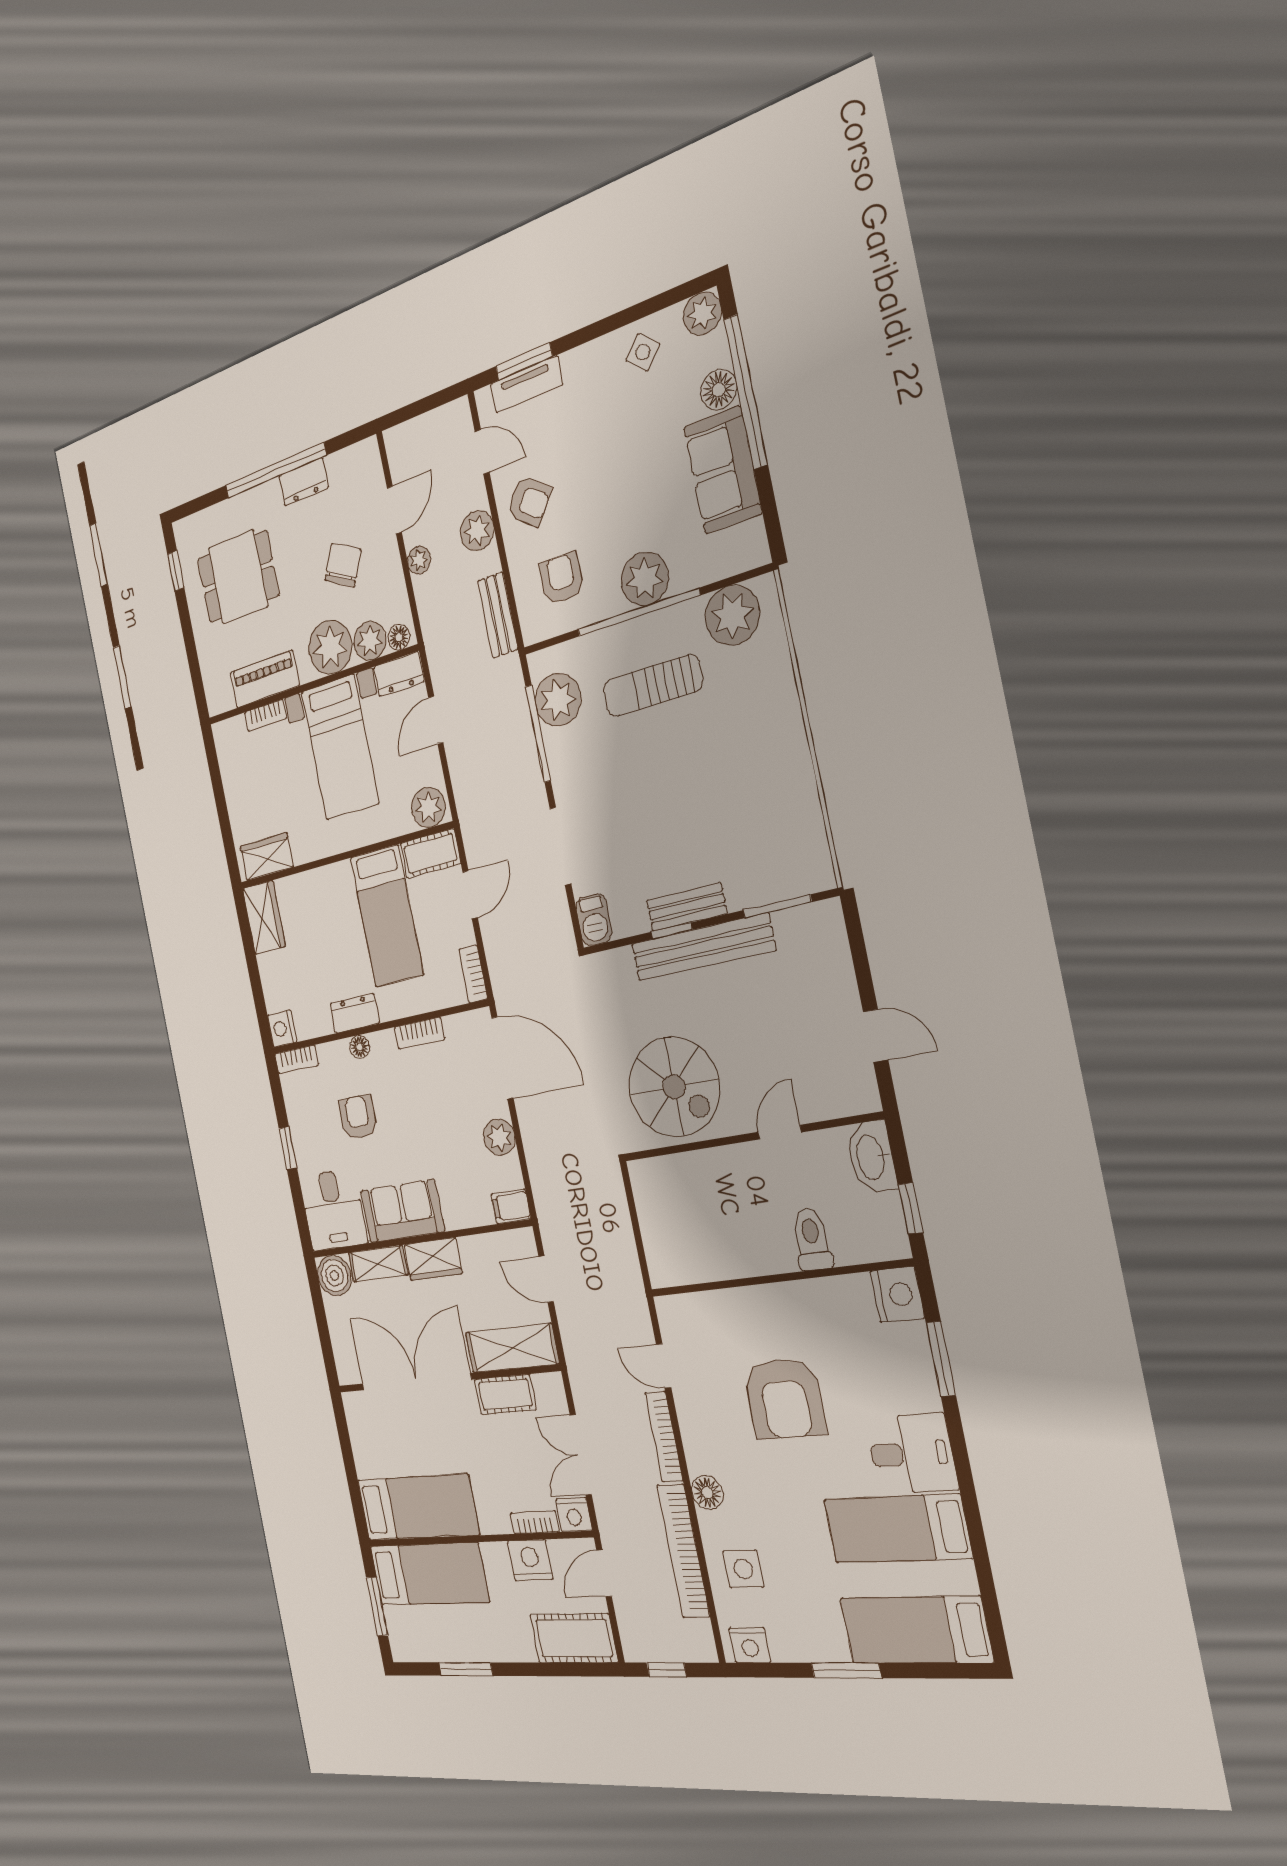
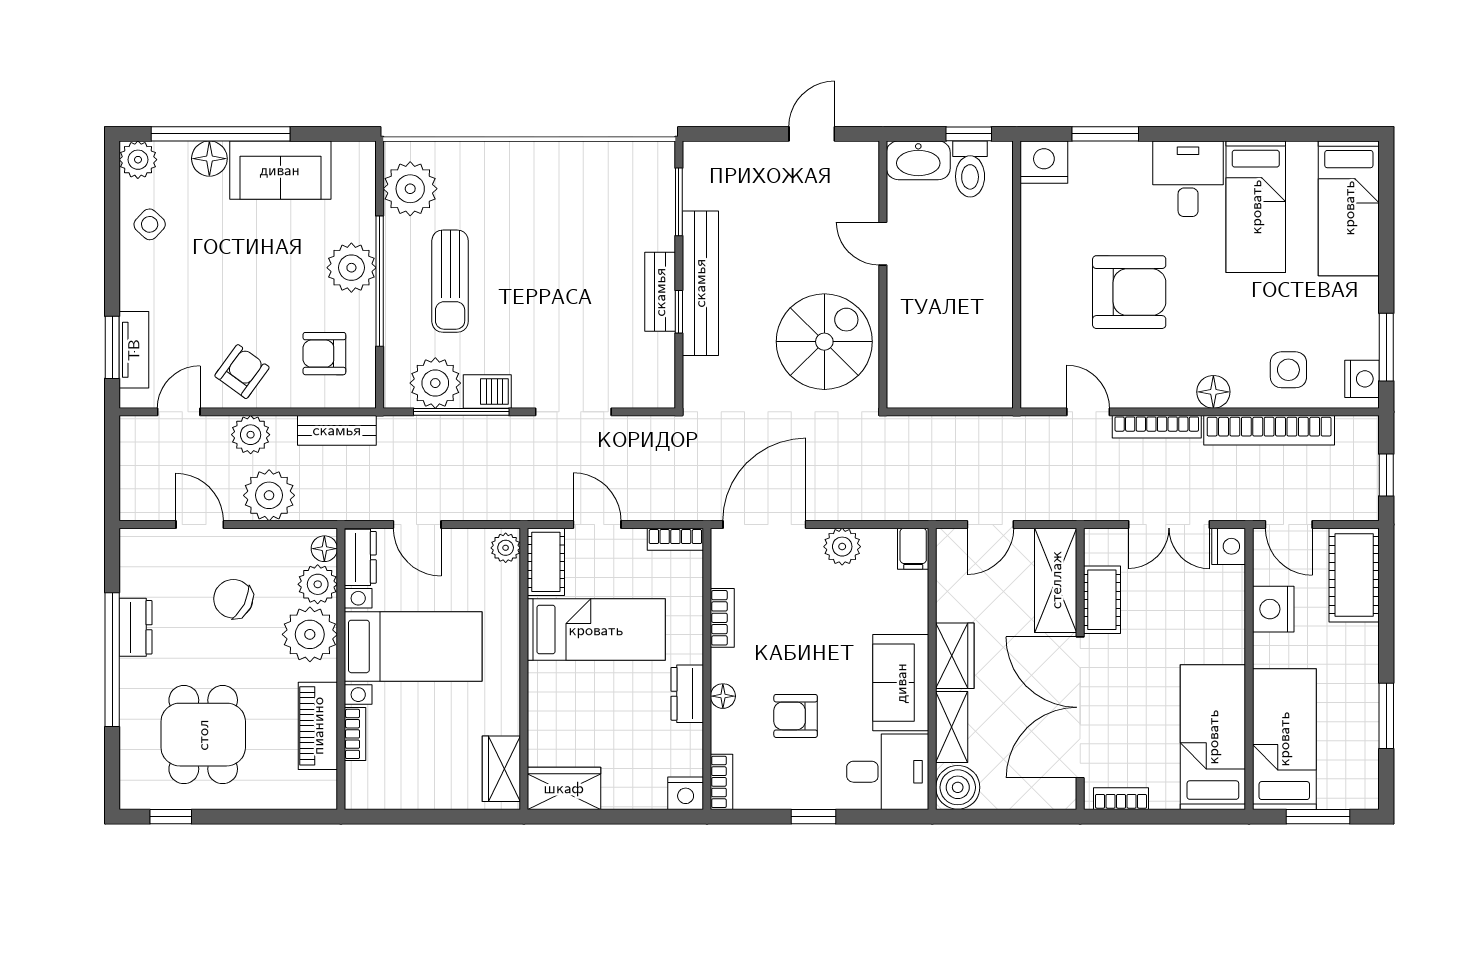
plant: (419, 560) -> (269, 495), width x1.88, depth x1.88
plant: (428, 807) -> (506, 548), width x0.73, depth x0.73
barbecue: (594, 920) -> (487, 391), moved
toilet: (812, 1239) -> (970, 169), moved, turned -90
door: (664, 1366) -> (1088, 412), swing flipped
bookcase: (535, 1522) -> (1121, 799), moved, turned 90
window: (846, 1670) -> (1386, 347), moved

